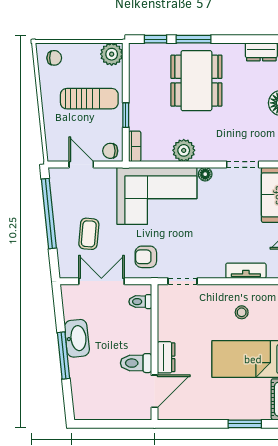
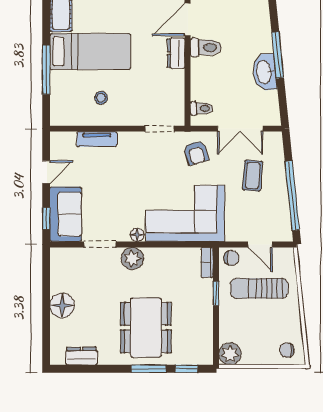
sun lounger: (89, 99) -> (259, 288), moved
plant: (184, 150) -> (132, 258), moved
armchair: (146, 257) -> (196, 153), turned 74

